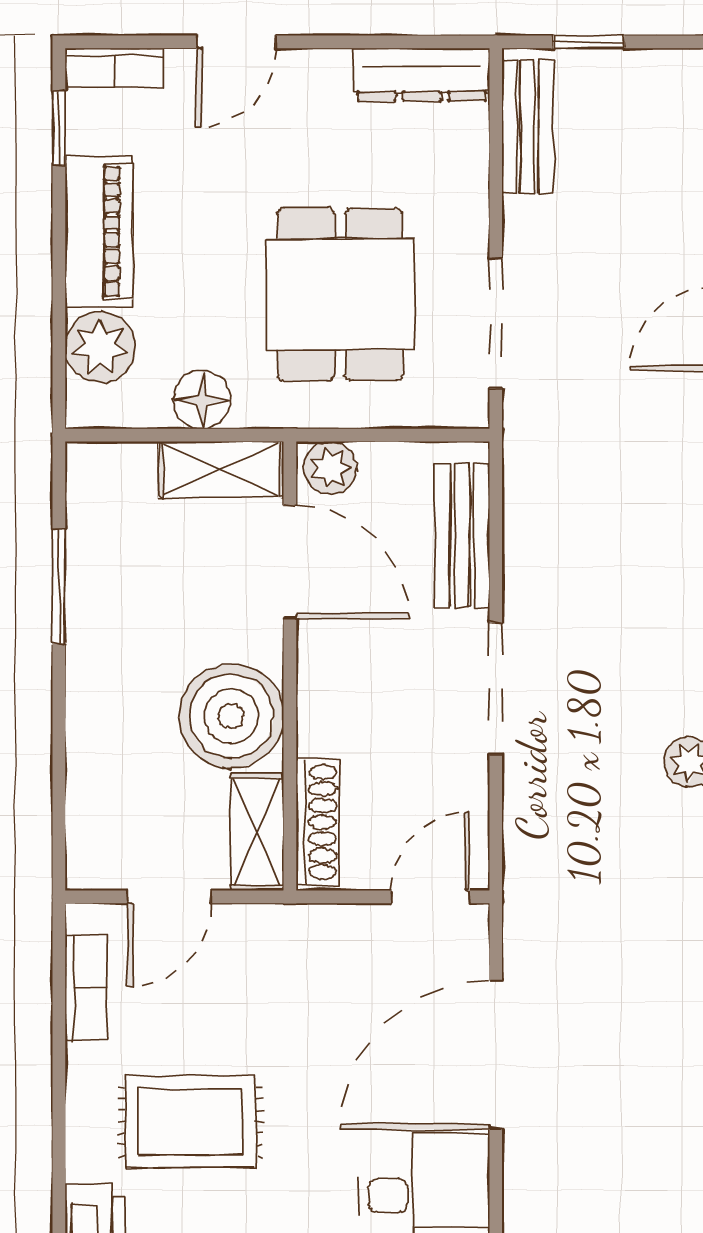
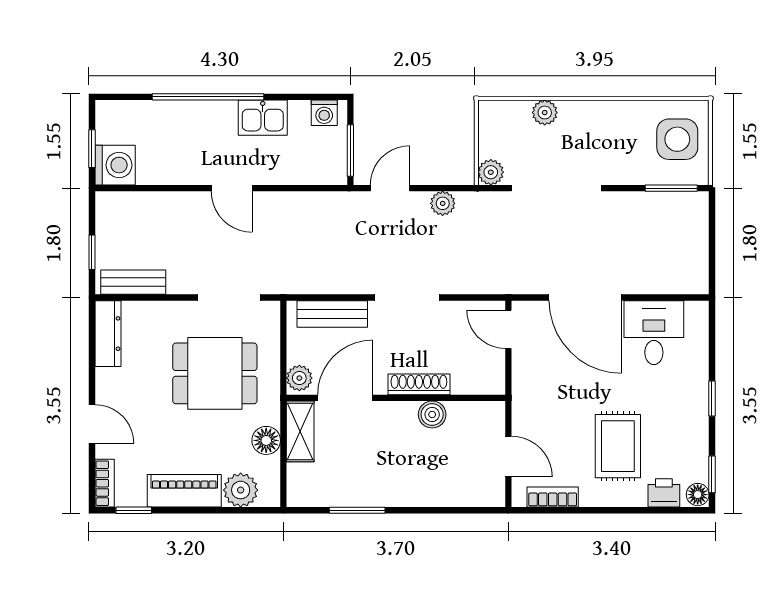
boiler: (231, 716) -> (432, 414), width x0.54, depth x0.54
shoe rack: (318, 822) -> (419, 384), moved
shelving: (257, 832) -> (477, 414), removed

